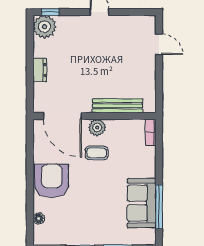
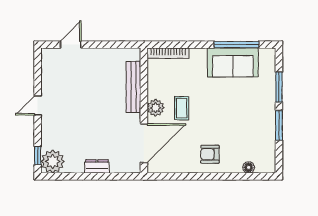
bookcase: (151, 132) -> (168, 53), width x1.56
armchair: (52, 181) -> (210, 154), width x0.53, depth x0.53

